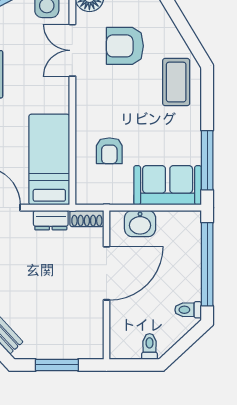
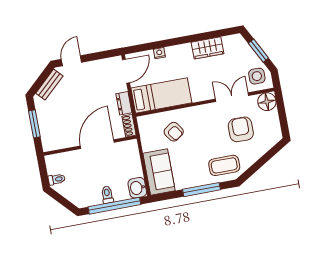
armchair: (109, 151) -> (174, 132), turned -125
window: (207, 160) -> (201, 190), moved
washbasin: (140, 223) -> (137, 188), moved
door: (107, 273) -> (97, 144), swing flipped
toilet: (188, 310) -> (107, 195), moved

